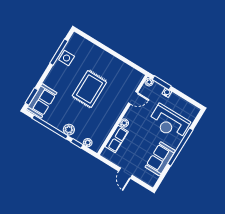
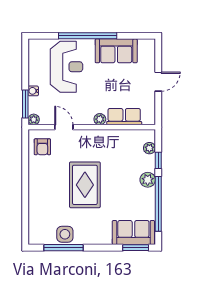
armchair: (129, 77) -> (42, 147), added
rug: (89, 89) -> (85, 185), turned 90

